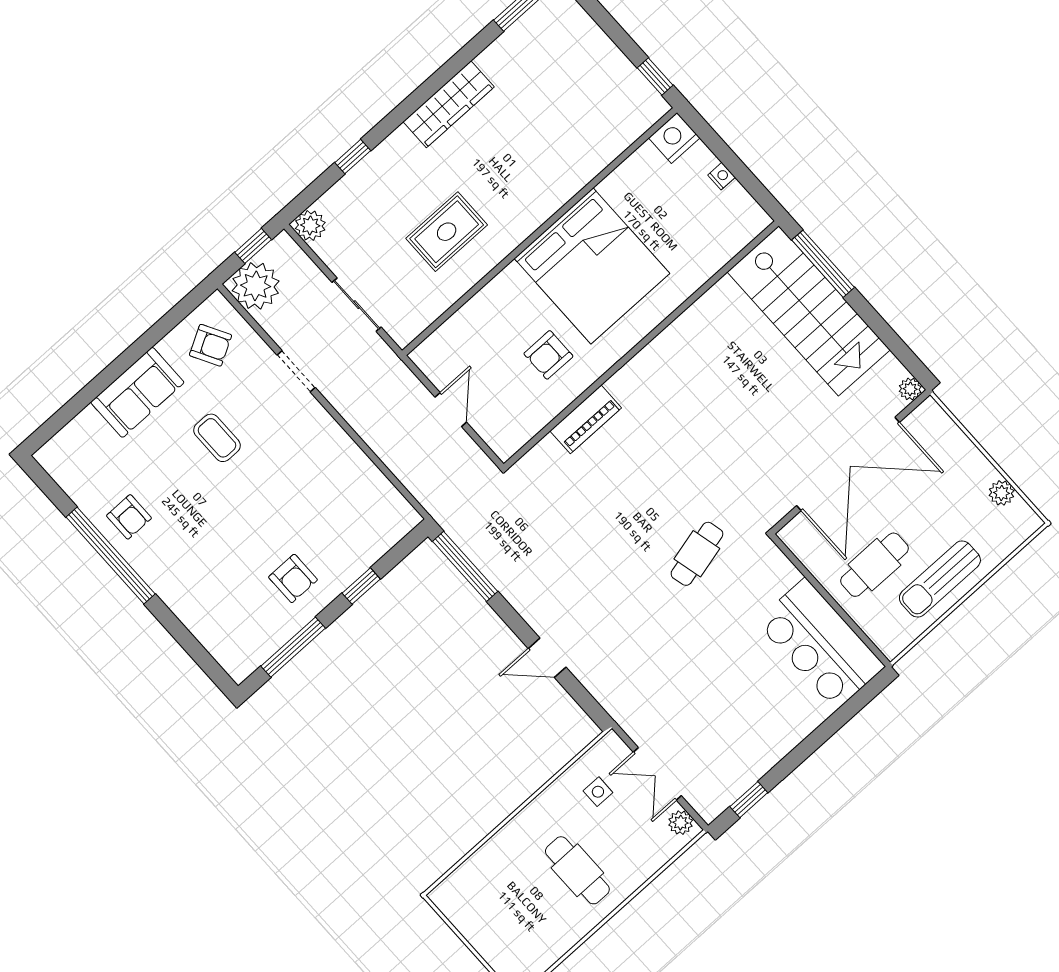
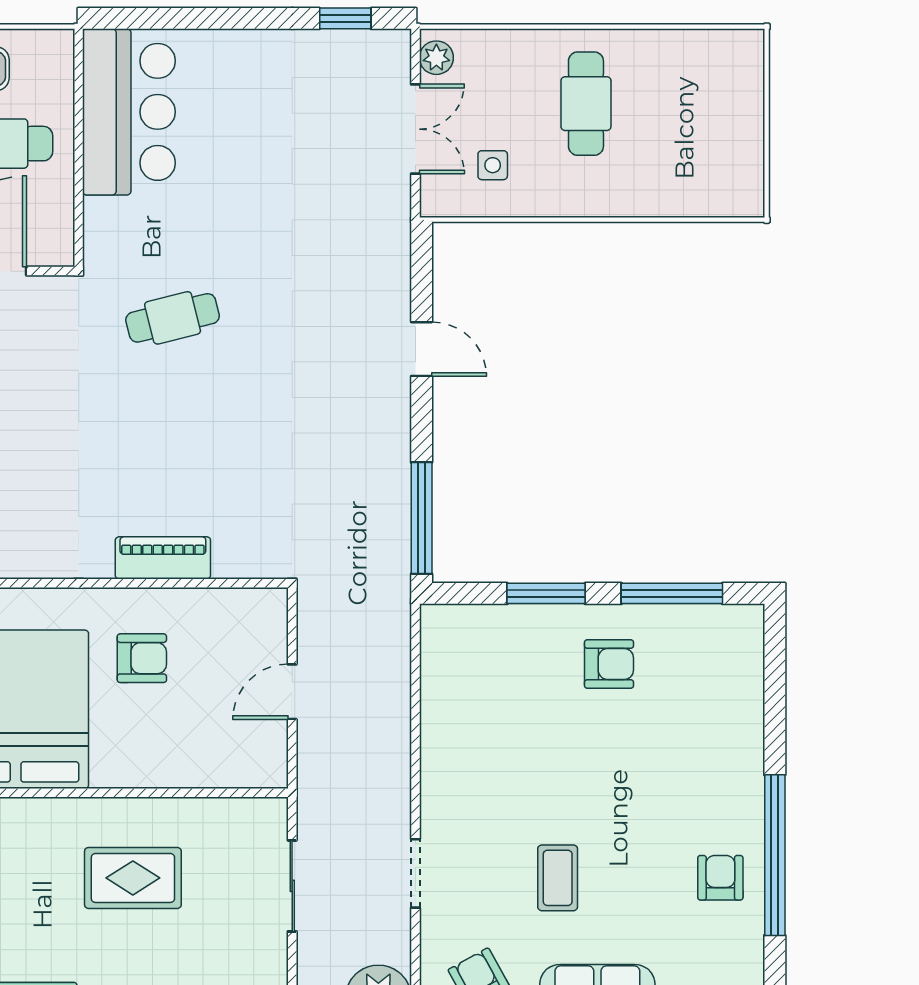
armchair: (293, 578) -> (609, 664), turned 90
window: (361, 586) -> (546, 593), width x1.50

